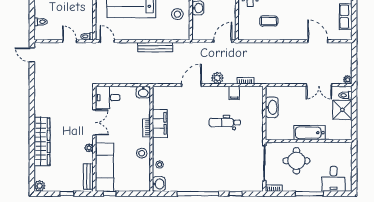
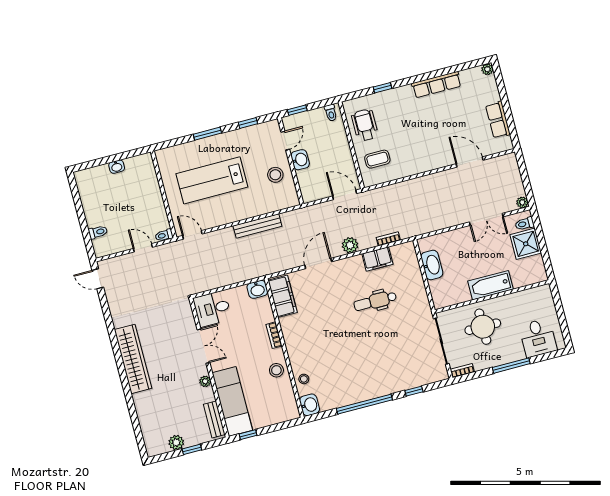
coffee table: (269, 21) -> (377, 159), moved
door: (223, 41) -> (345, 195), hinge flipped
filing cabinet: (234, 93) -> (377, 259), width x2.00
filing cabinet: (160, 123) -> (283, 296), moved
wardrobe: (42, 141) -> (133, 359), moved
plant: (40, 186) -> (176, 442), moved

